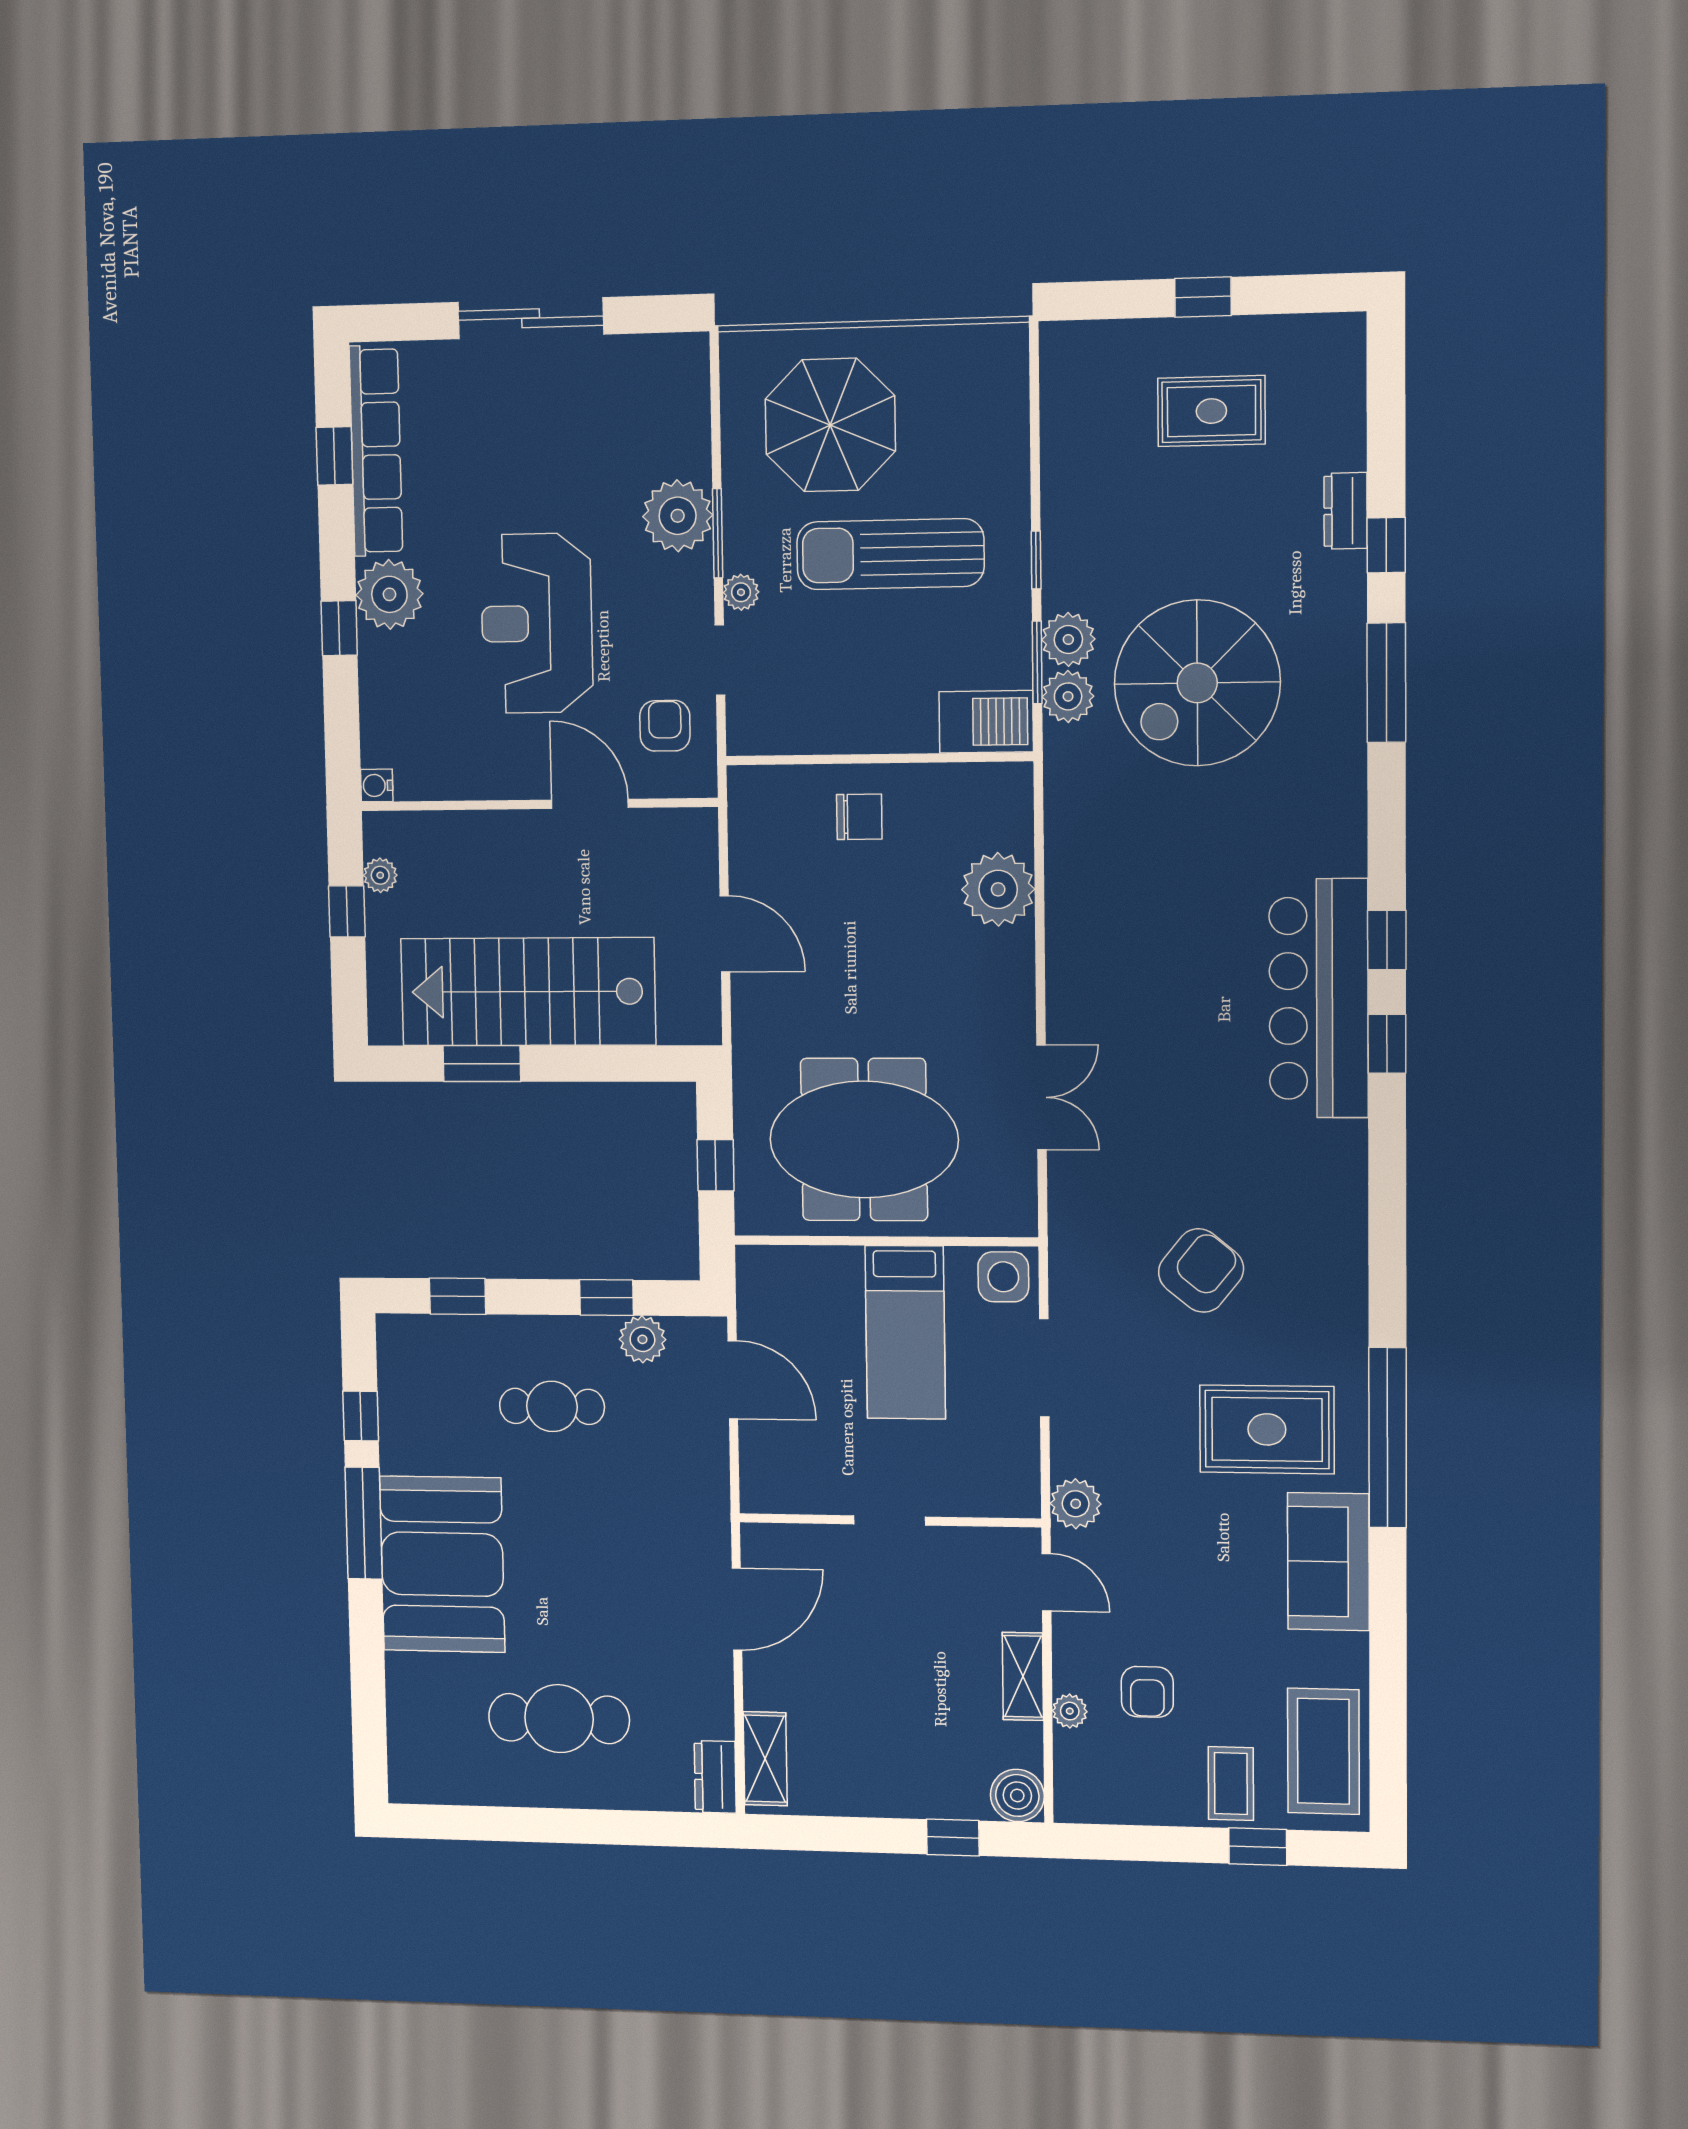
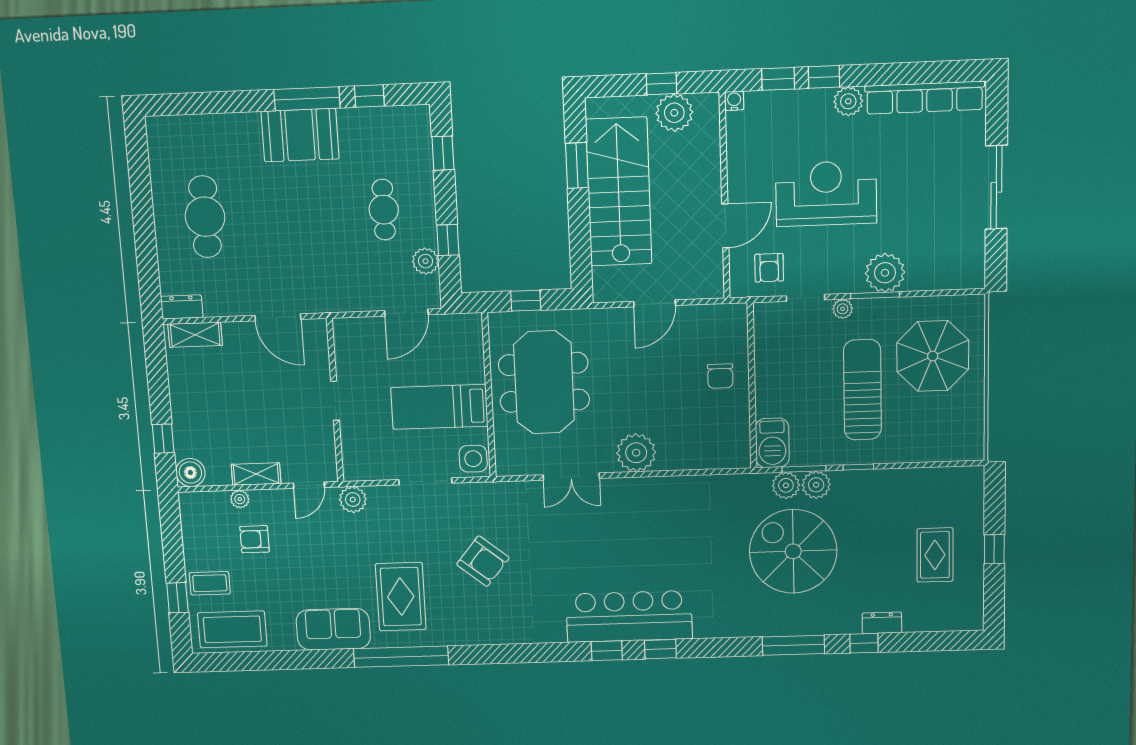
window: (334, 456) -> (778, 79), moved
plant: (389, 594) -> (848, 101), width x0.73, depth x0.73
armchair: (665, 726) -> (769, 268), turned 90
plant: (380, 875) -> (674, 113), width x1.88, depth x1.88
plant: (998, 889) -> (636, 453), moved
booth: (442, 1564) -> (300, 135), width x0.73, depth x0.70

